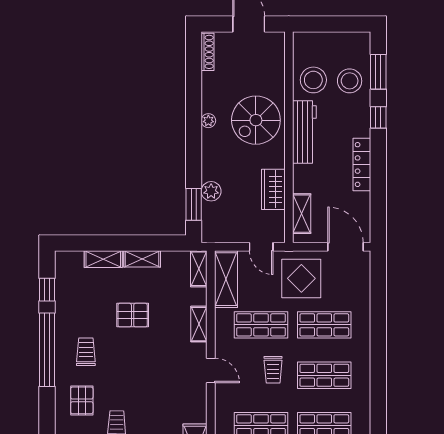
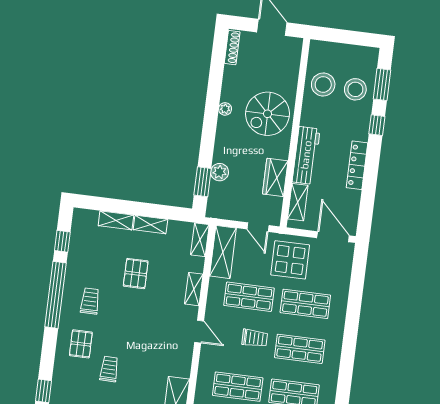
workbench: (304, 132) -> (306, 155), moved
pallet: (133, 315) -> (136, 274), turned 90
trolley: (273, 370) -> (255, 338), turned -90

